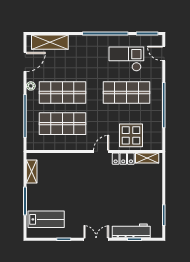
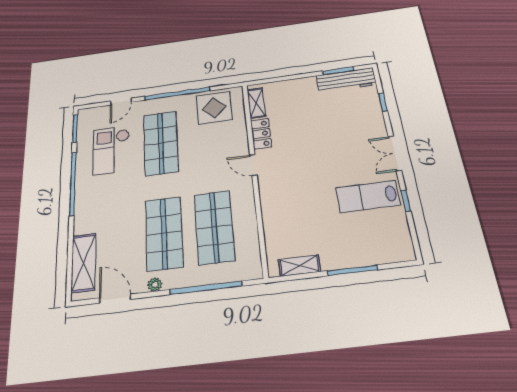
door: (164, 53) -> (121, 102), moved
display table: (131, 135) -> (214, 108), moved
lab bench: (46, 219) -> (368, 196), moved, turned -90
workbench: (131, 231) -> (346, 80), moved, turned -90

